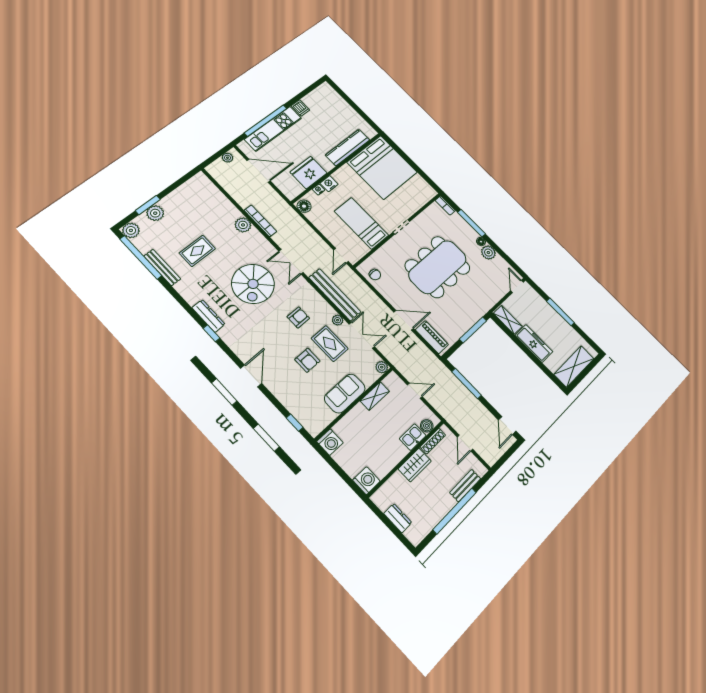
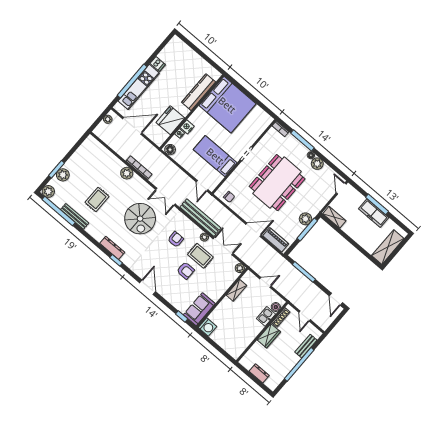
plant: (471, 316) -> (305, 219), added
freezer: (534, 343) -> (374, 213), moved, turned 180
sofa: (345, 393) -> (199, 309), moved
washing machine: (366, 481) -> (235, 351), removed

